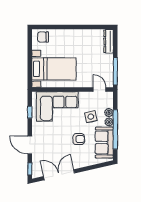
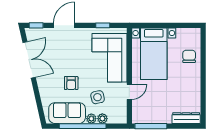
chair: (43, 37) -> (189, 56), moved
door: (99, 90) -> (129, 92), moved

